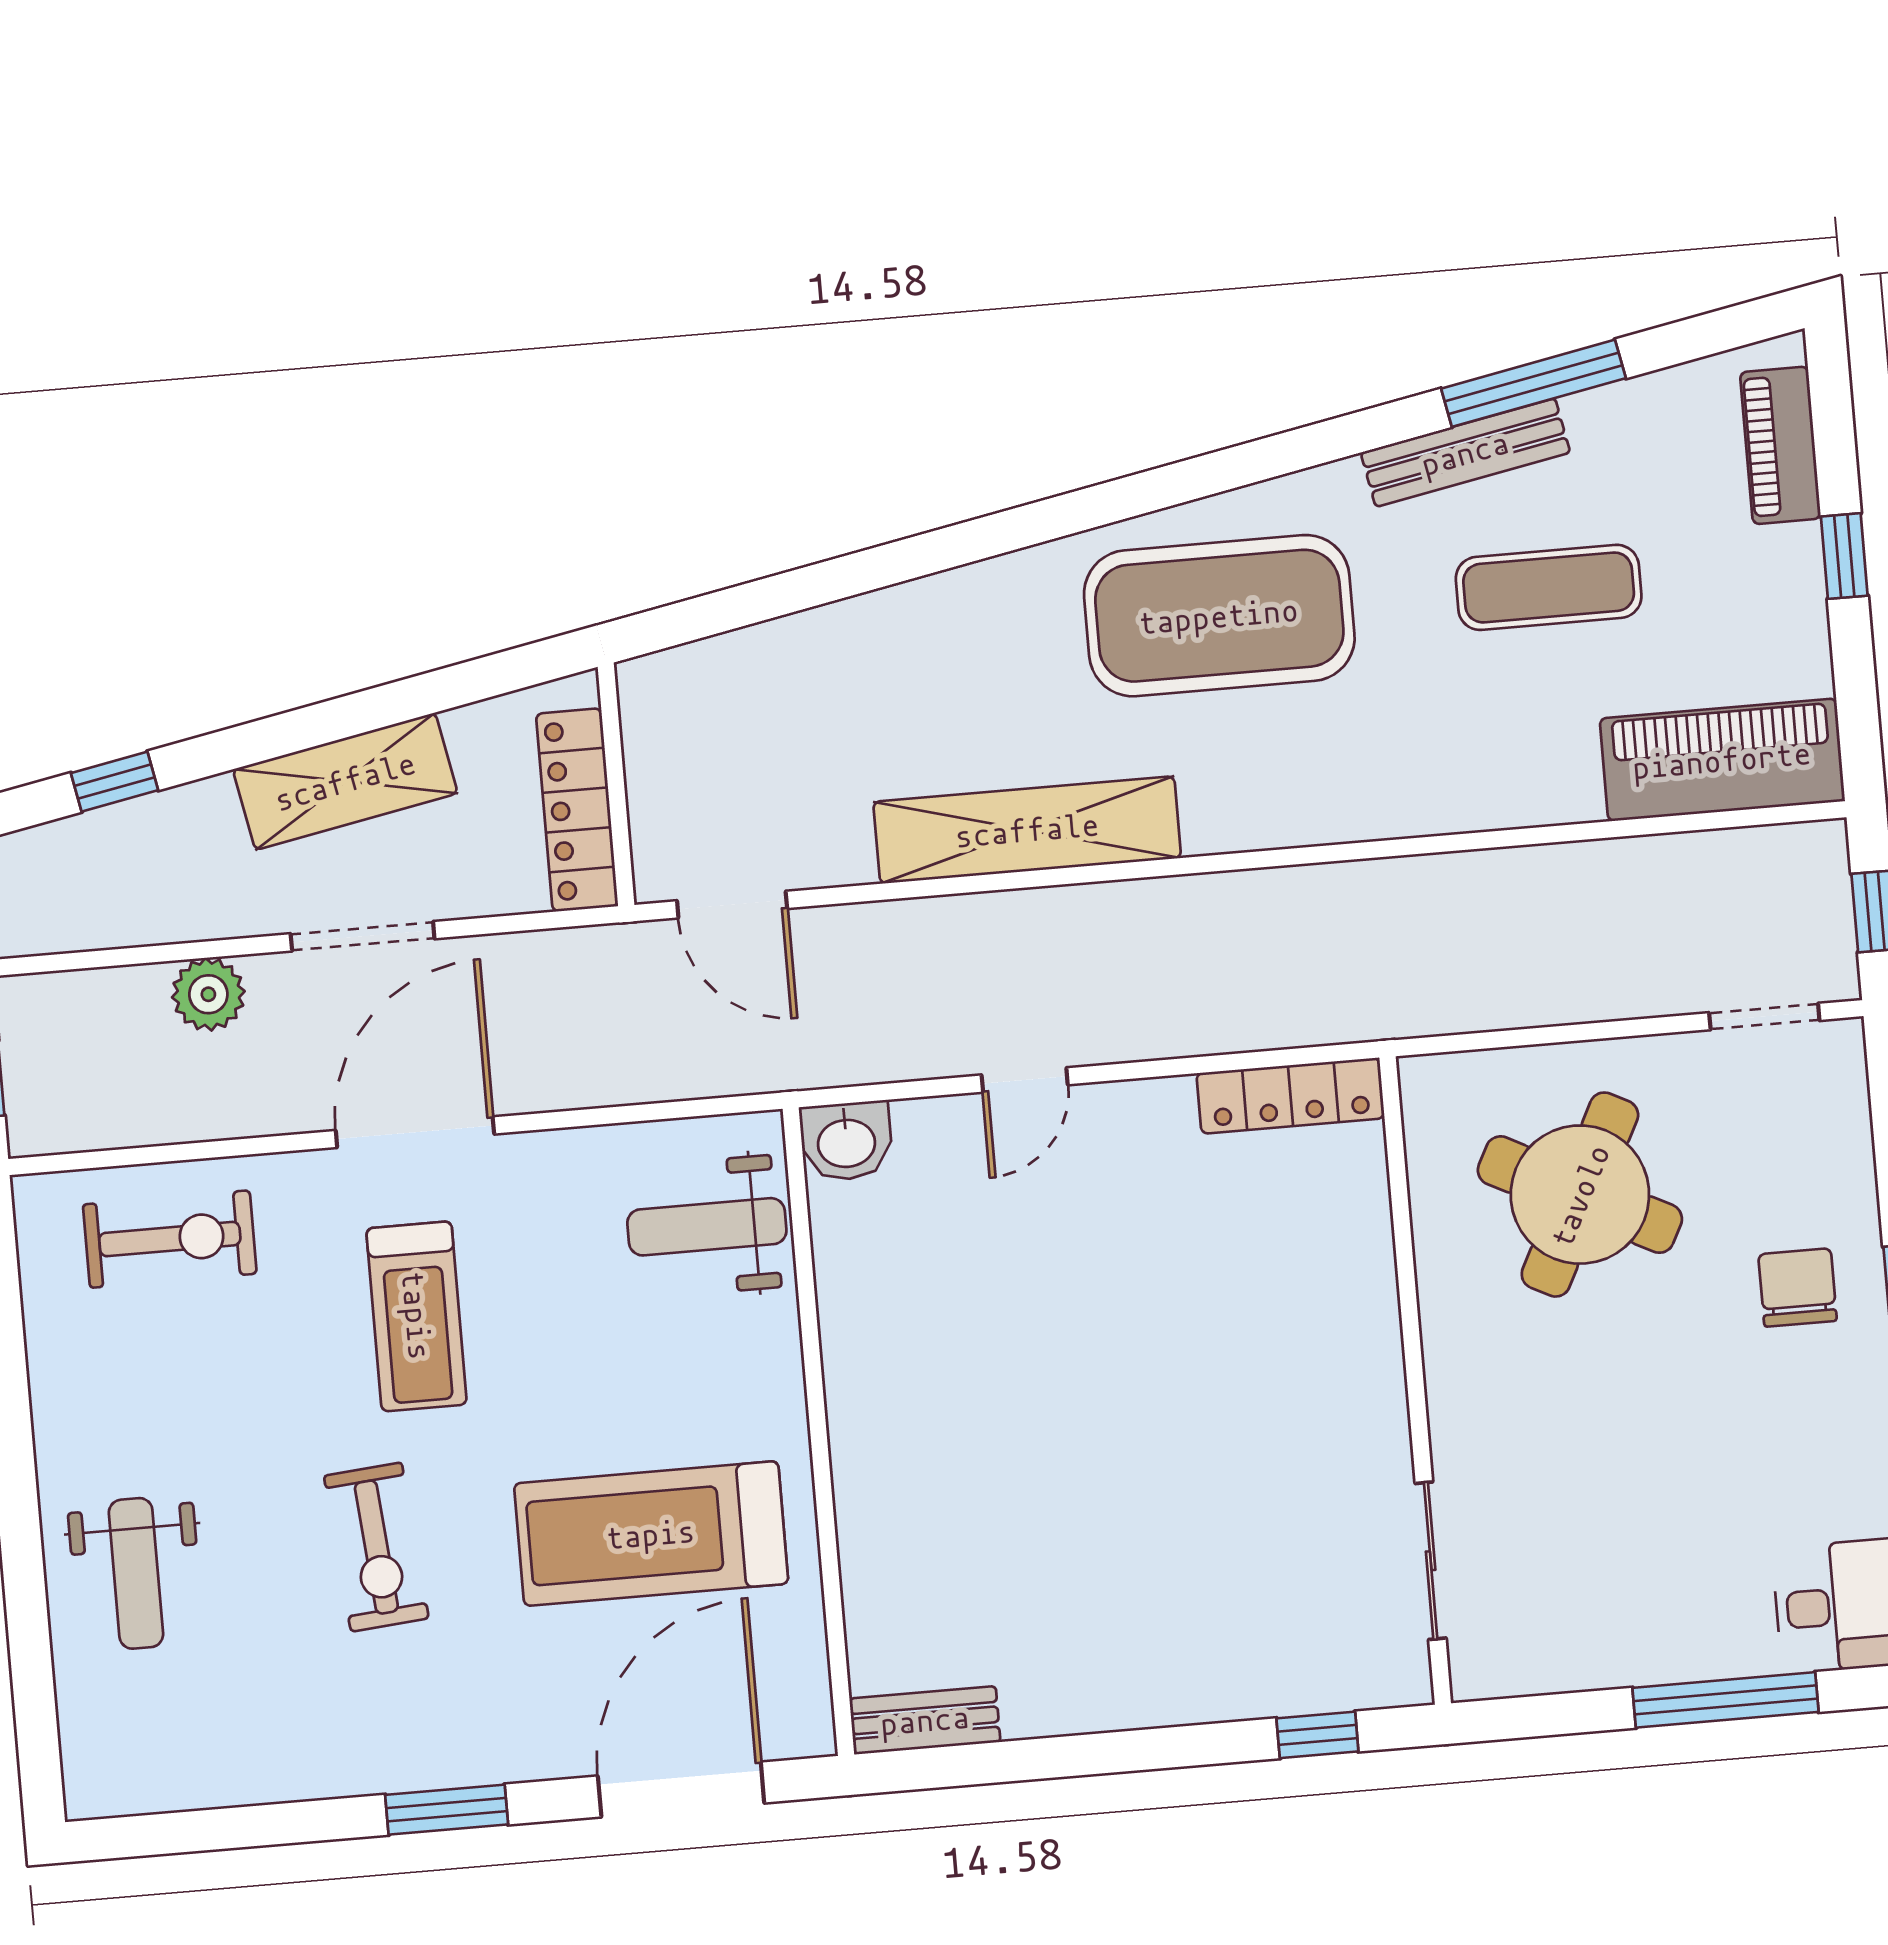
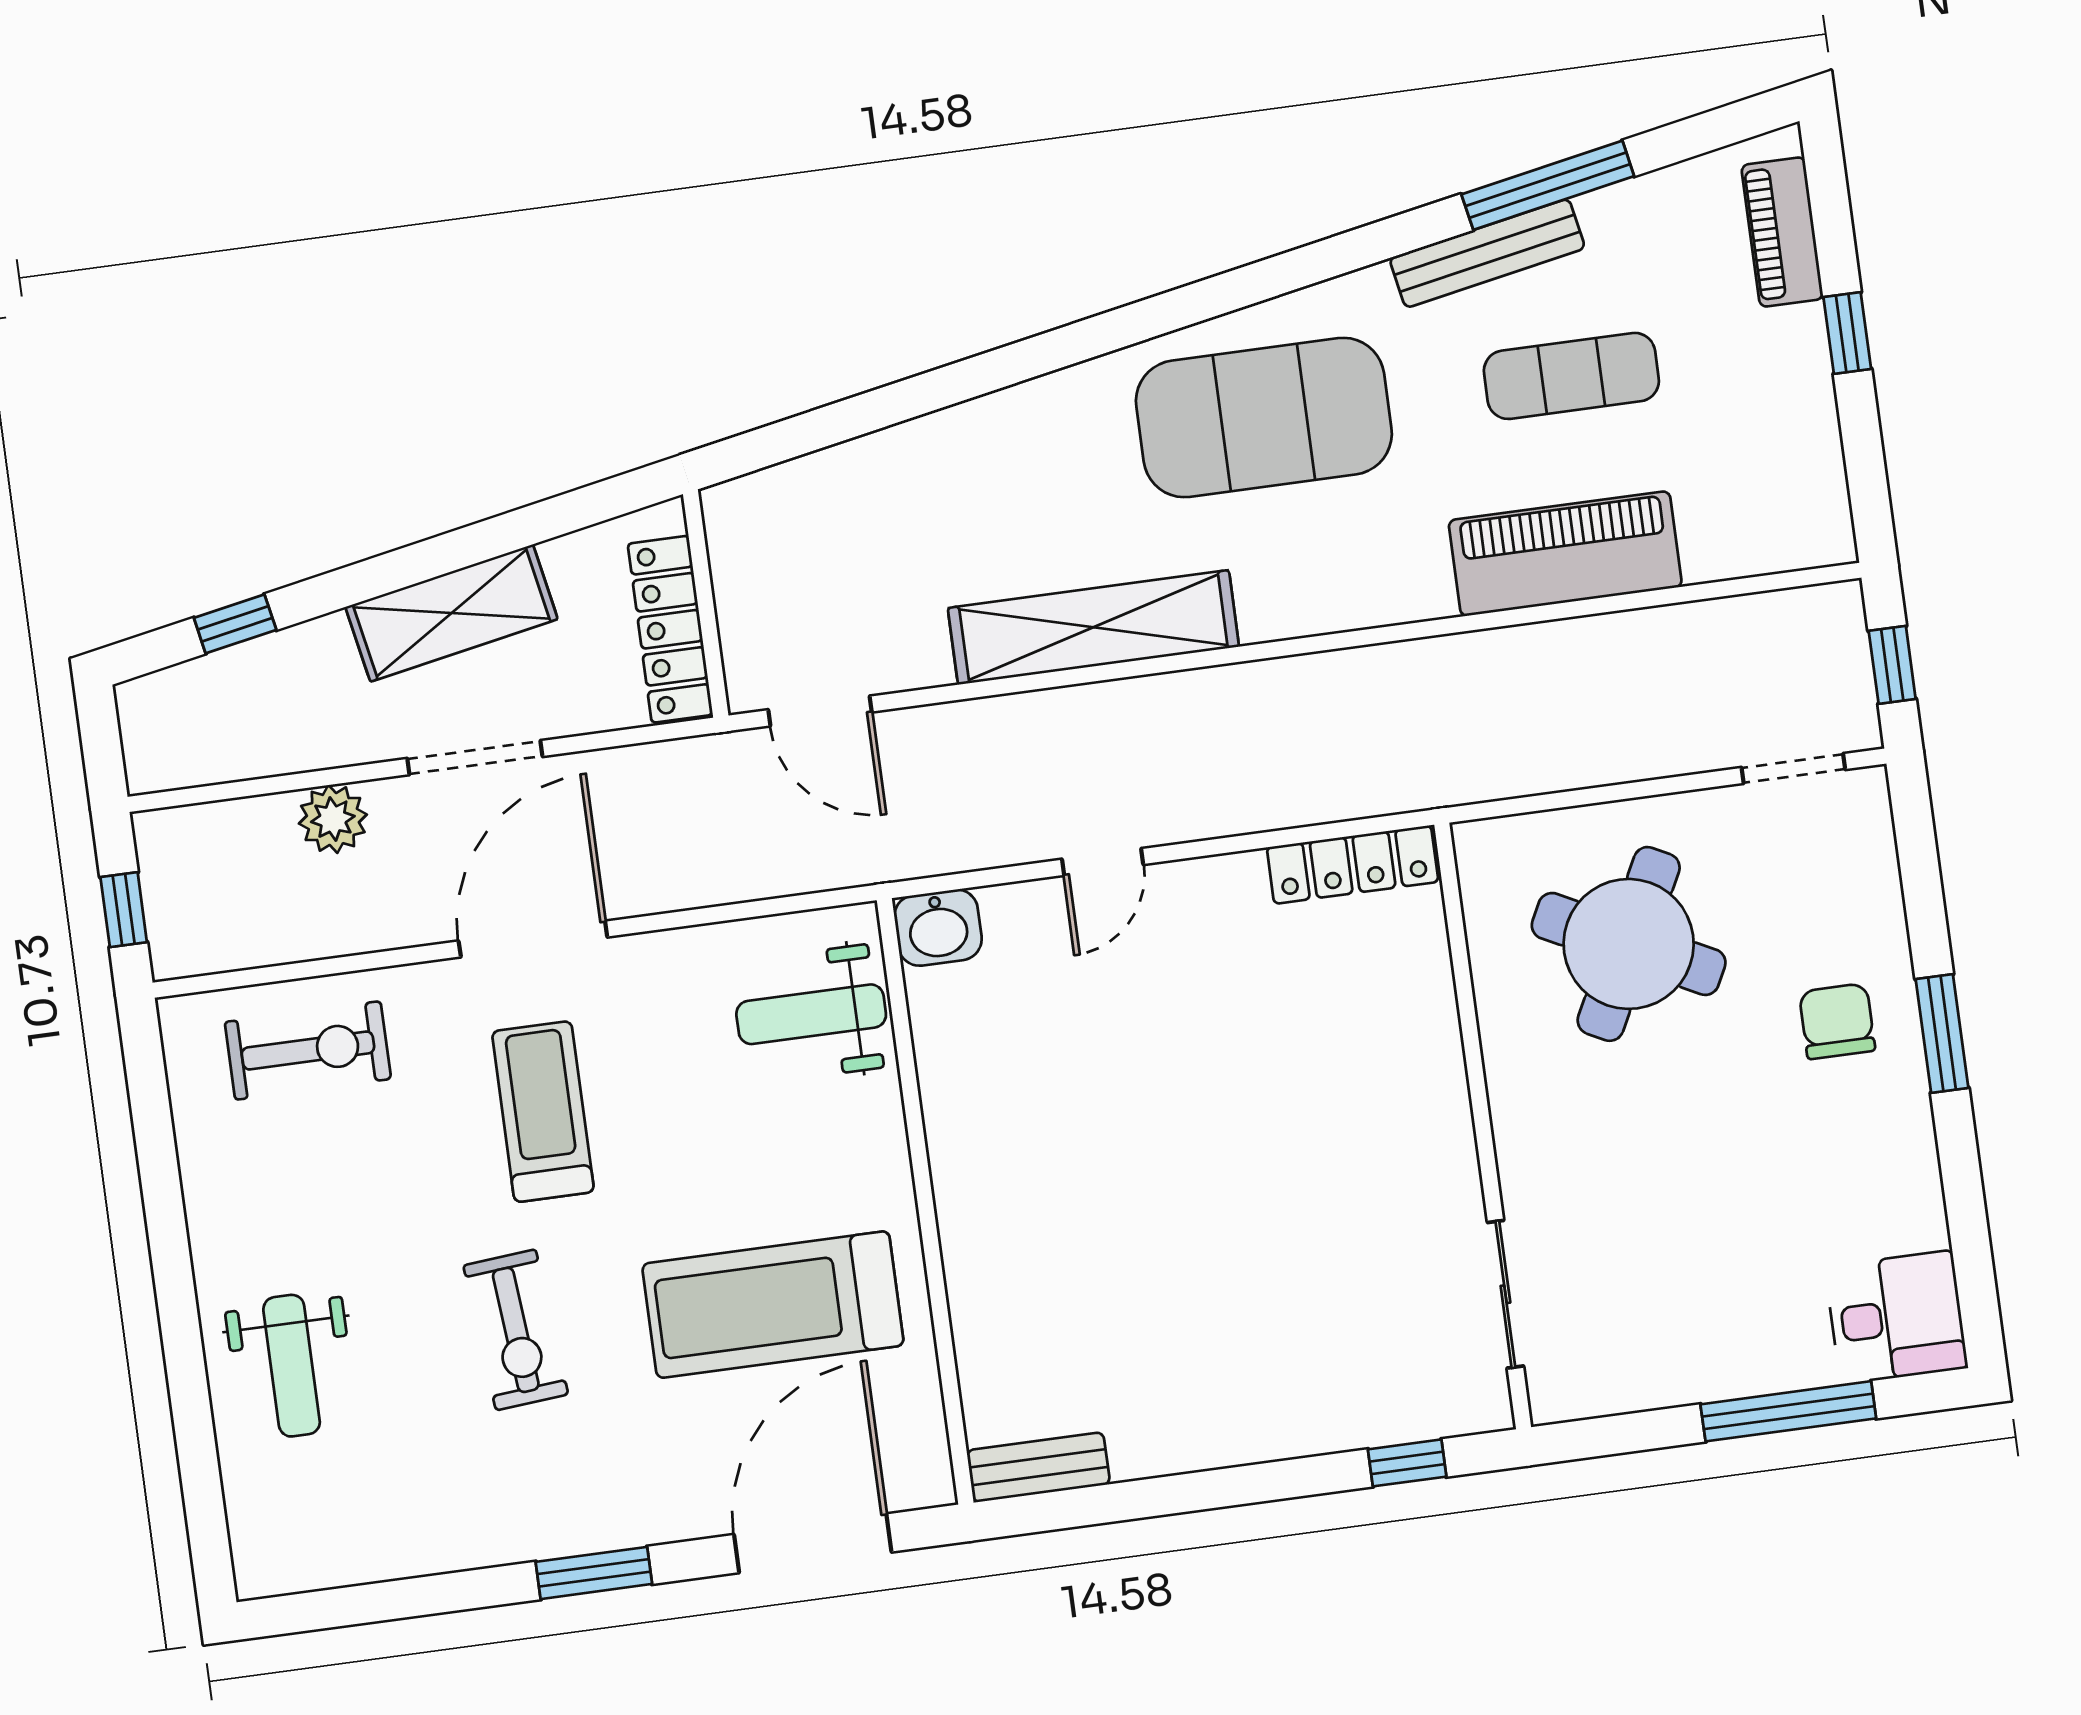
piano: (1722, 760) -> (1565, 554), moved
treadmill: (417, 1316) -> (543, 1112), turned 180

